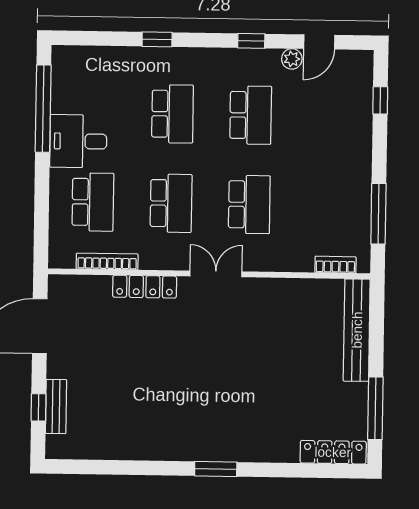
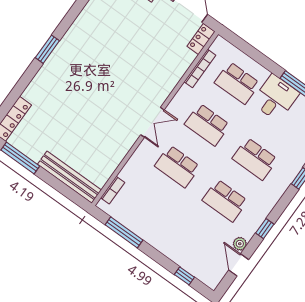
locker: (145, 287) -> (201, 39), moved, width x0.66

